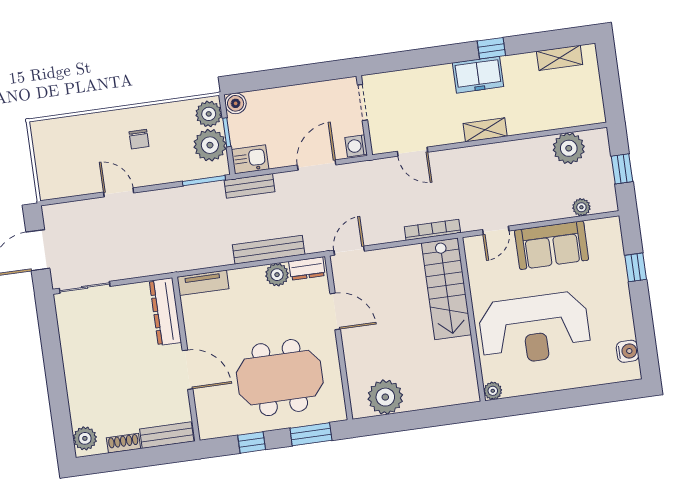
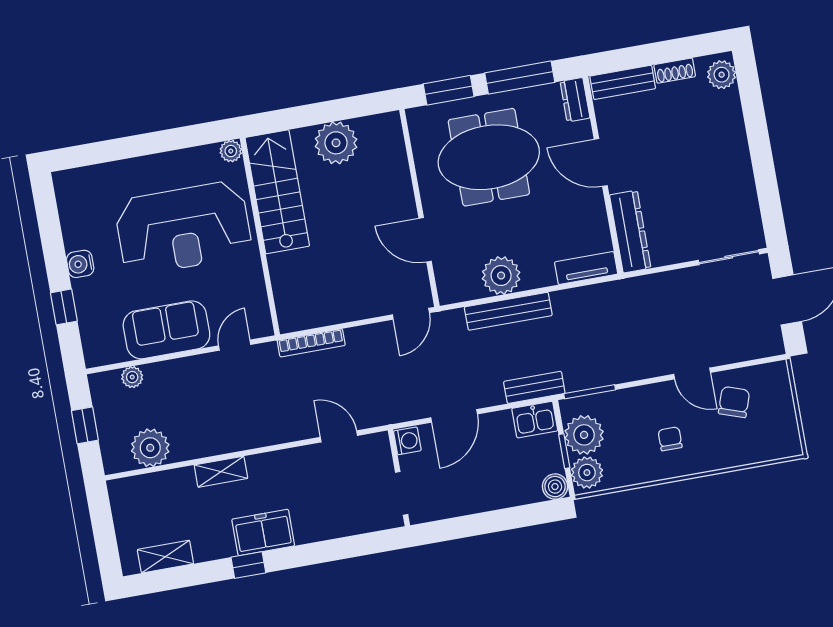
shelving: (485, 130) -> (221, 472), moved
chair: (85, 168) -> (734, 402), added
dresser: (307, 269) -> (575, 100), moved, turned -90
plant: (277, 275) -> (501, 276), width x1.36, depth x1.36
stairs: (446, 289) -> (277, 192), moved
reception desk: (534, 329) -> (183, 228), turned 180
water cooler: (628, 351) -> (80, 264), moved
plant: (385, 397) -> (336, 143), moved
window: (252, 442) -> (520, 78), width x2.17

